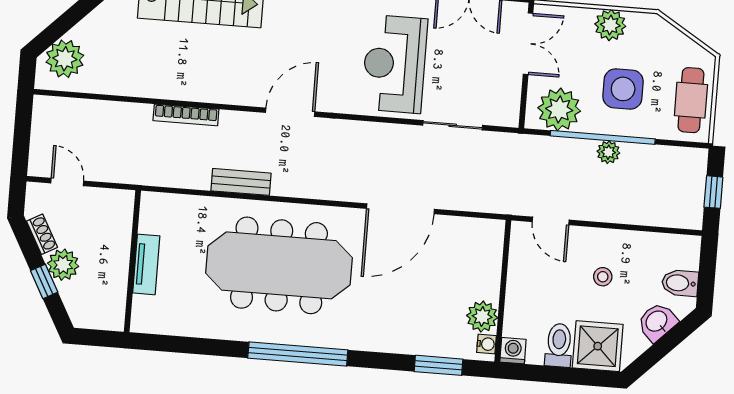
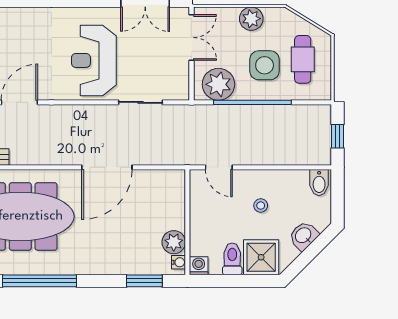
cafe table: (691, 100) -> (303, 59), moved
plant: (608, 152) -> (257, 113), removed
bidet: (680, 283) -> (319, 183), moved, turned -90

